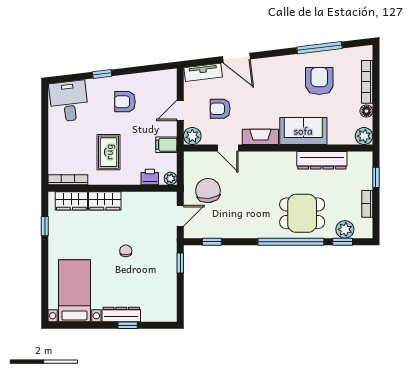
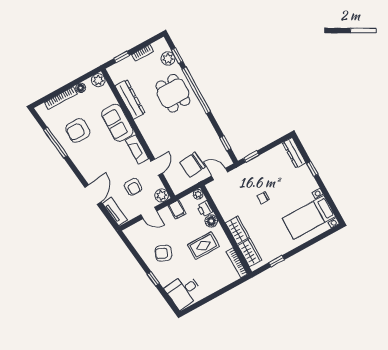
armchair: (125, 102) -> (163, 253), turned 113
floor lamp: (132, 177) -> (211, 221), added
dresser: (121, 315) -> (294, 153), moved

